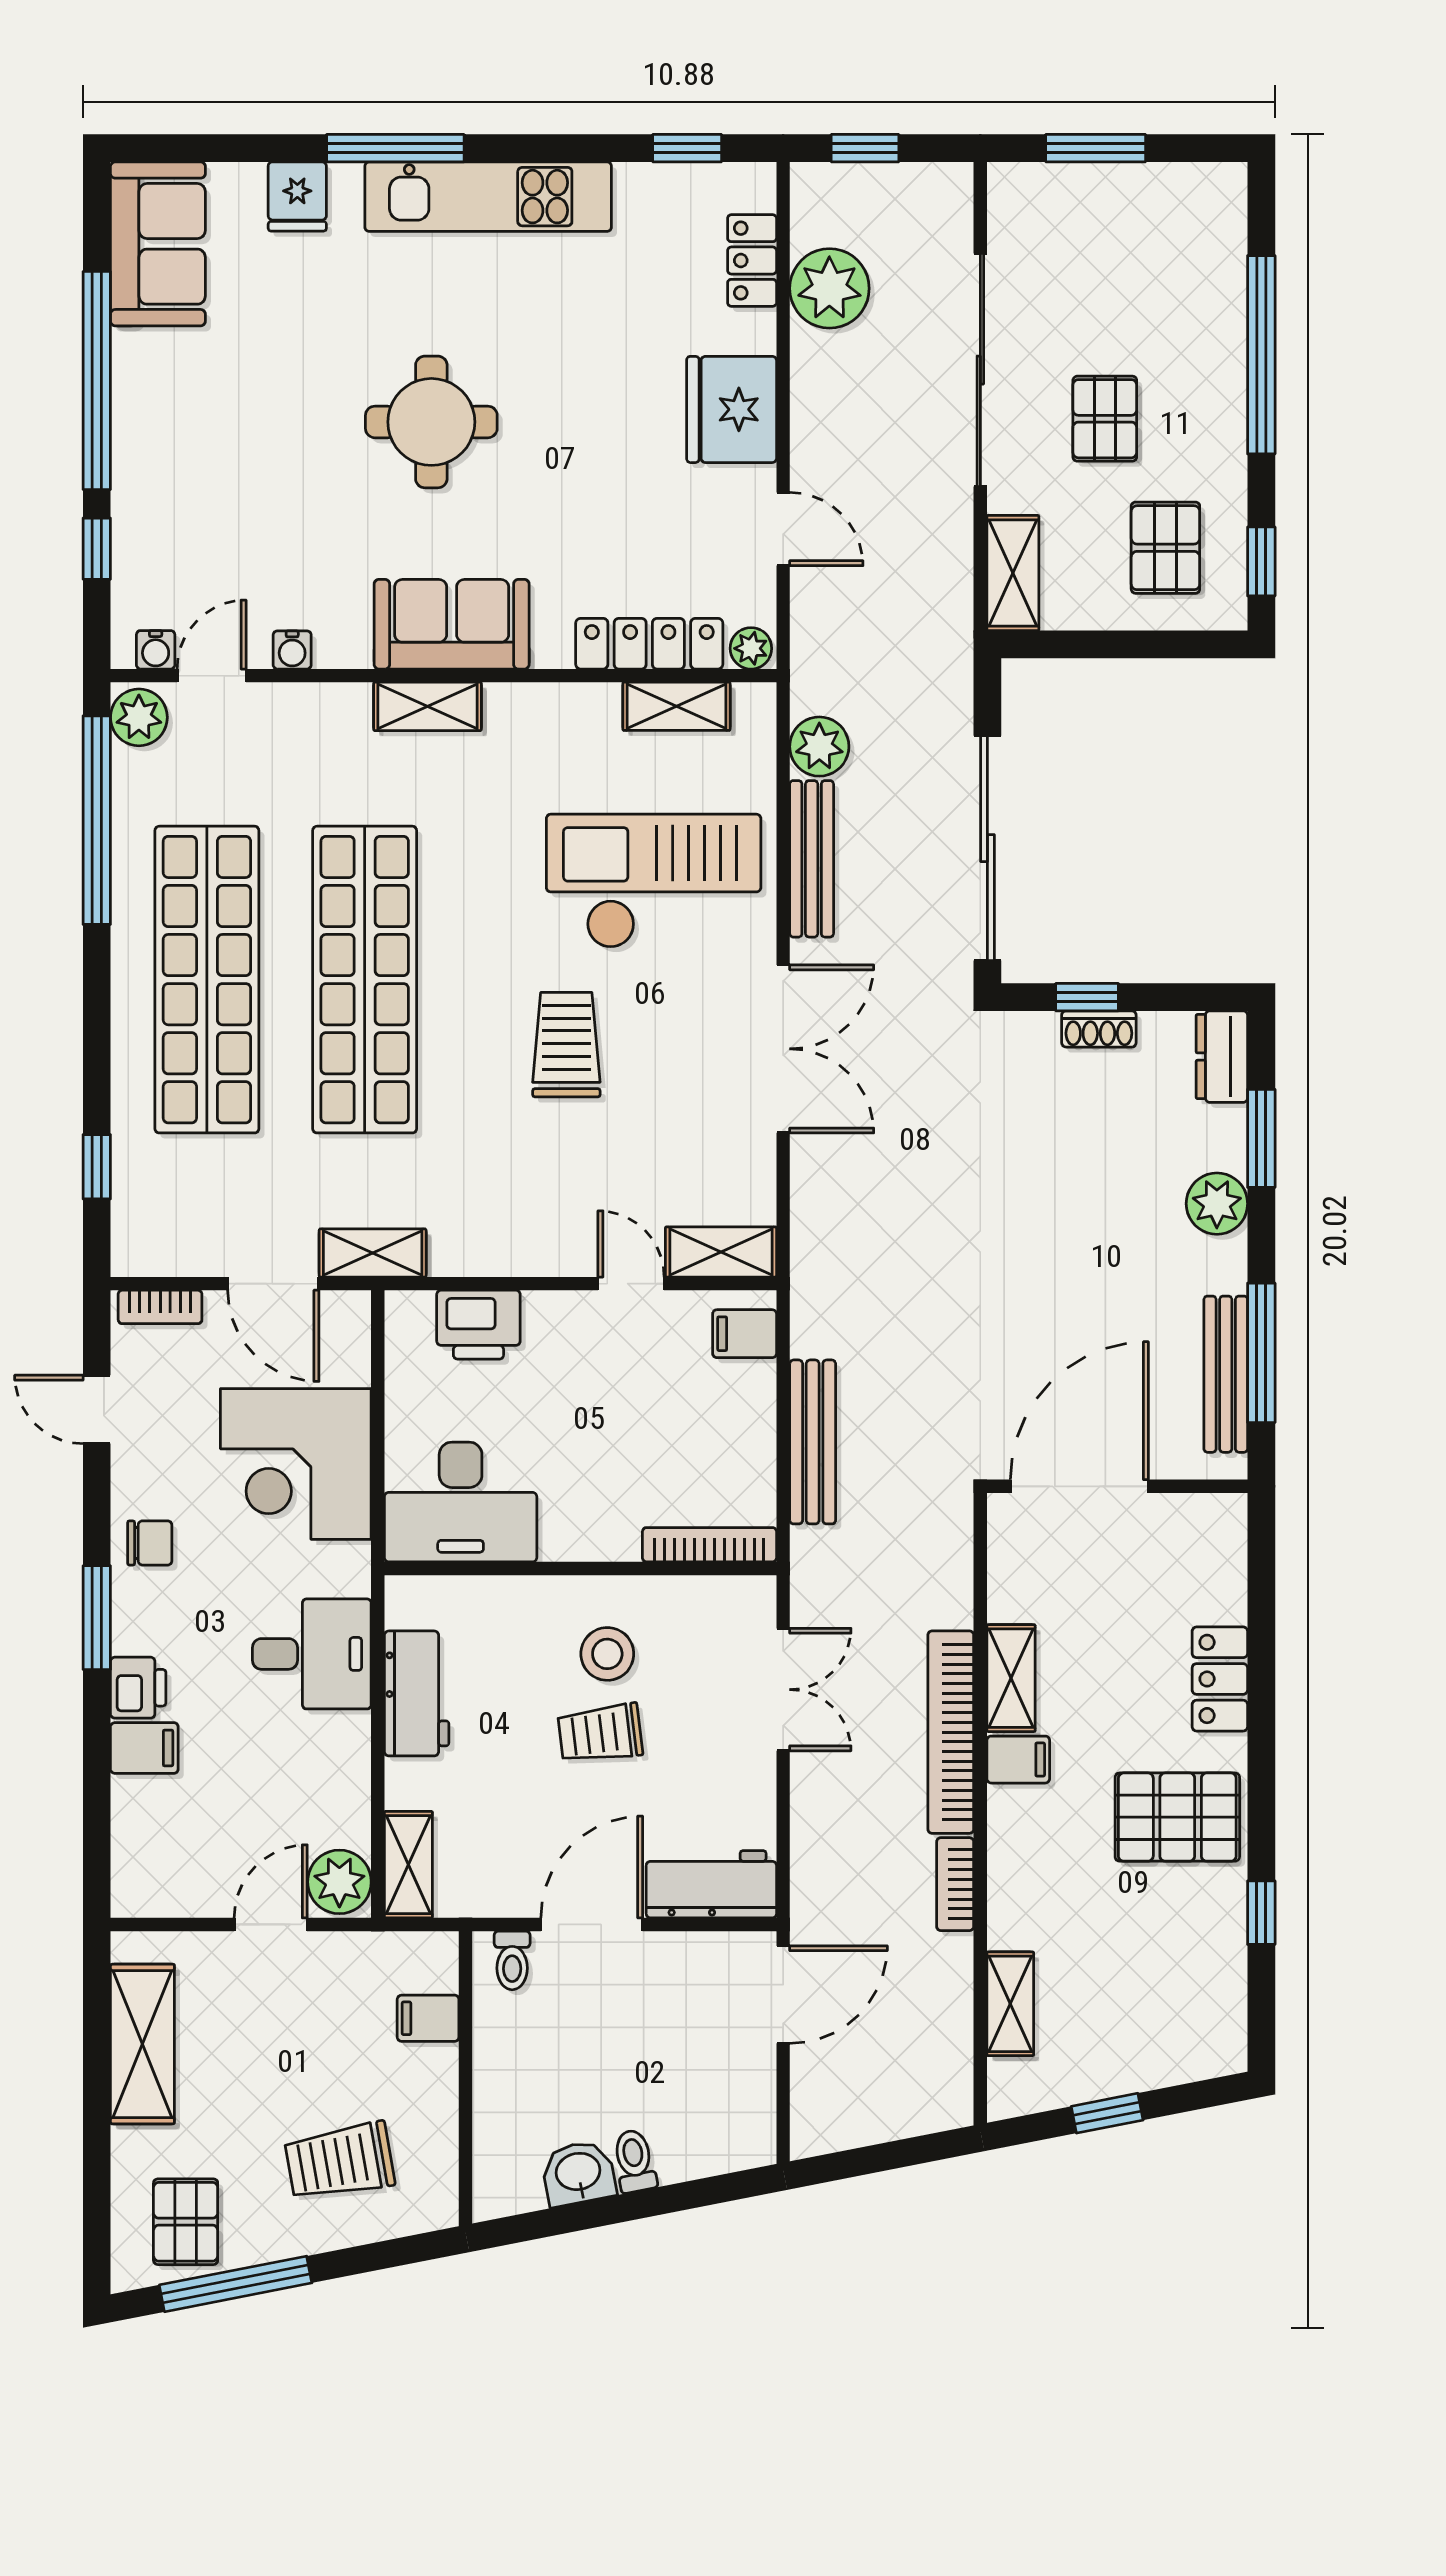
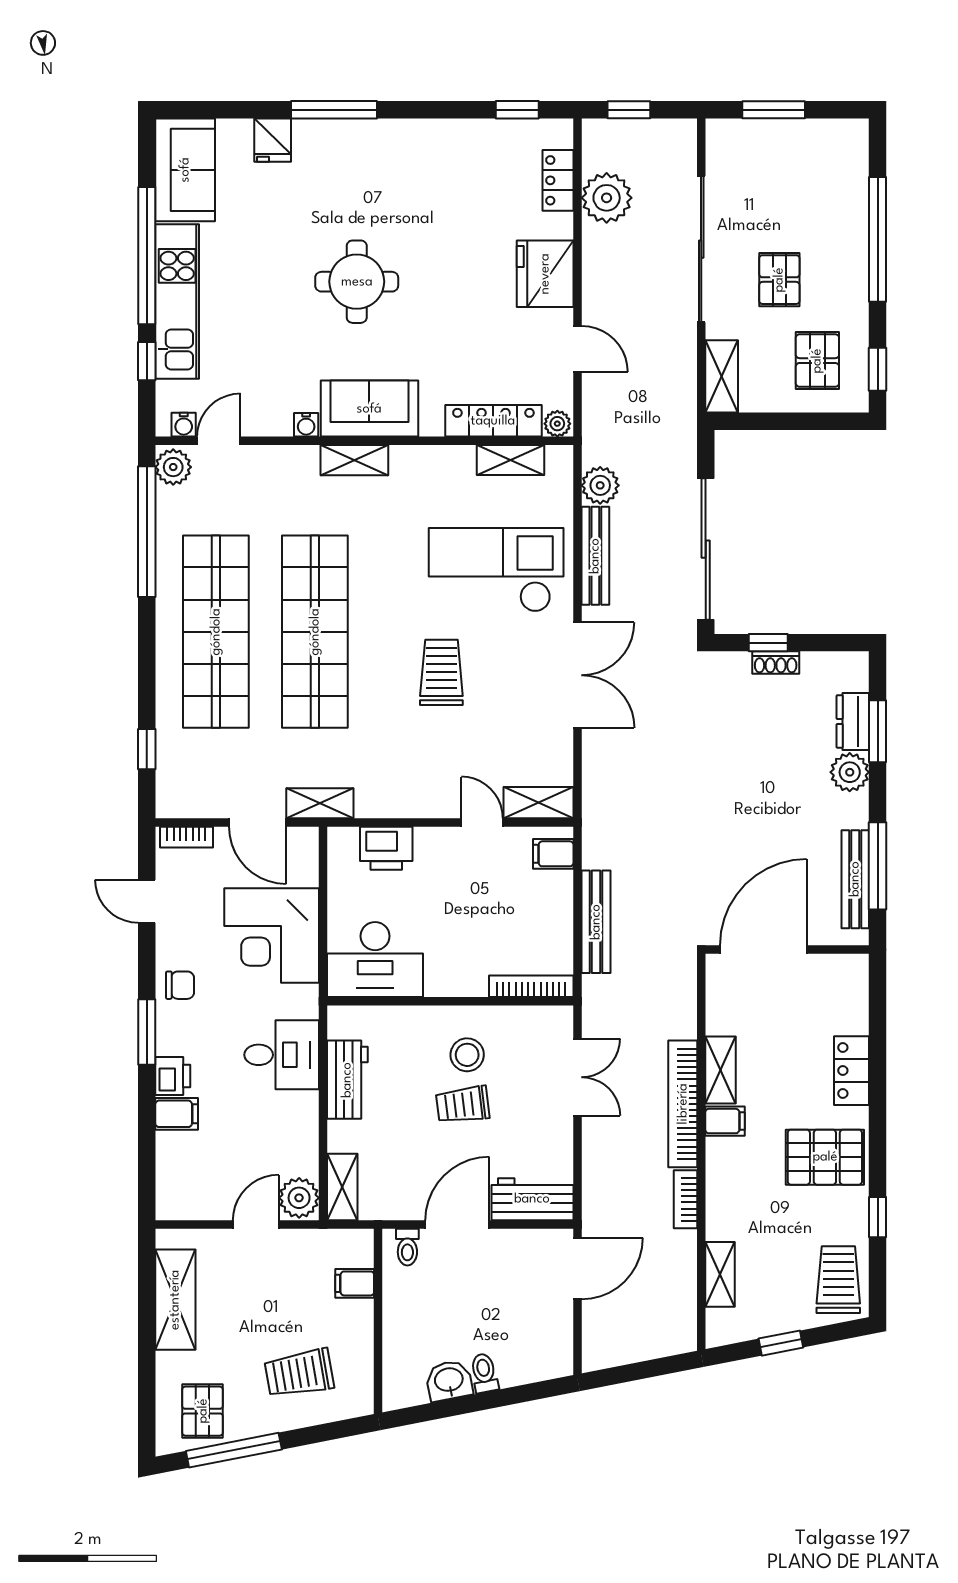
kitchen unit: (488, 197) -> (177, 301), moved, turned -90
water cooler: (292, 650) -> (306, 425), moved
dresser: (1222, 1057) -> (853, 721), moved
trolley: (1199, 2012) -> (838, 1280), added

